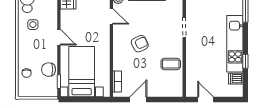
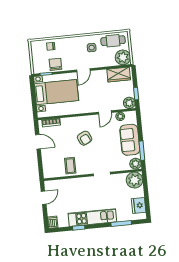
dishwasher: (236, 79) -> (53, 222), moved

